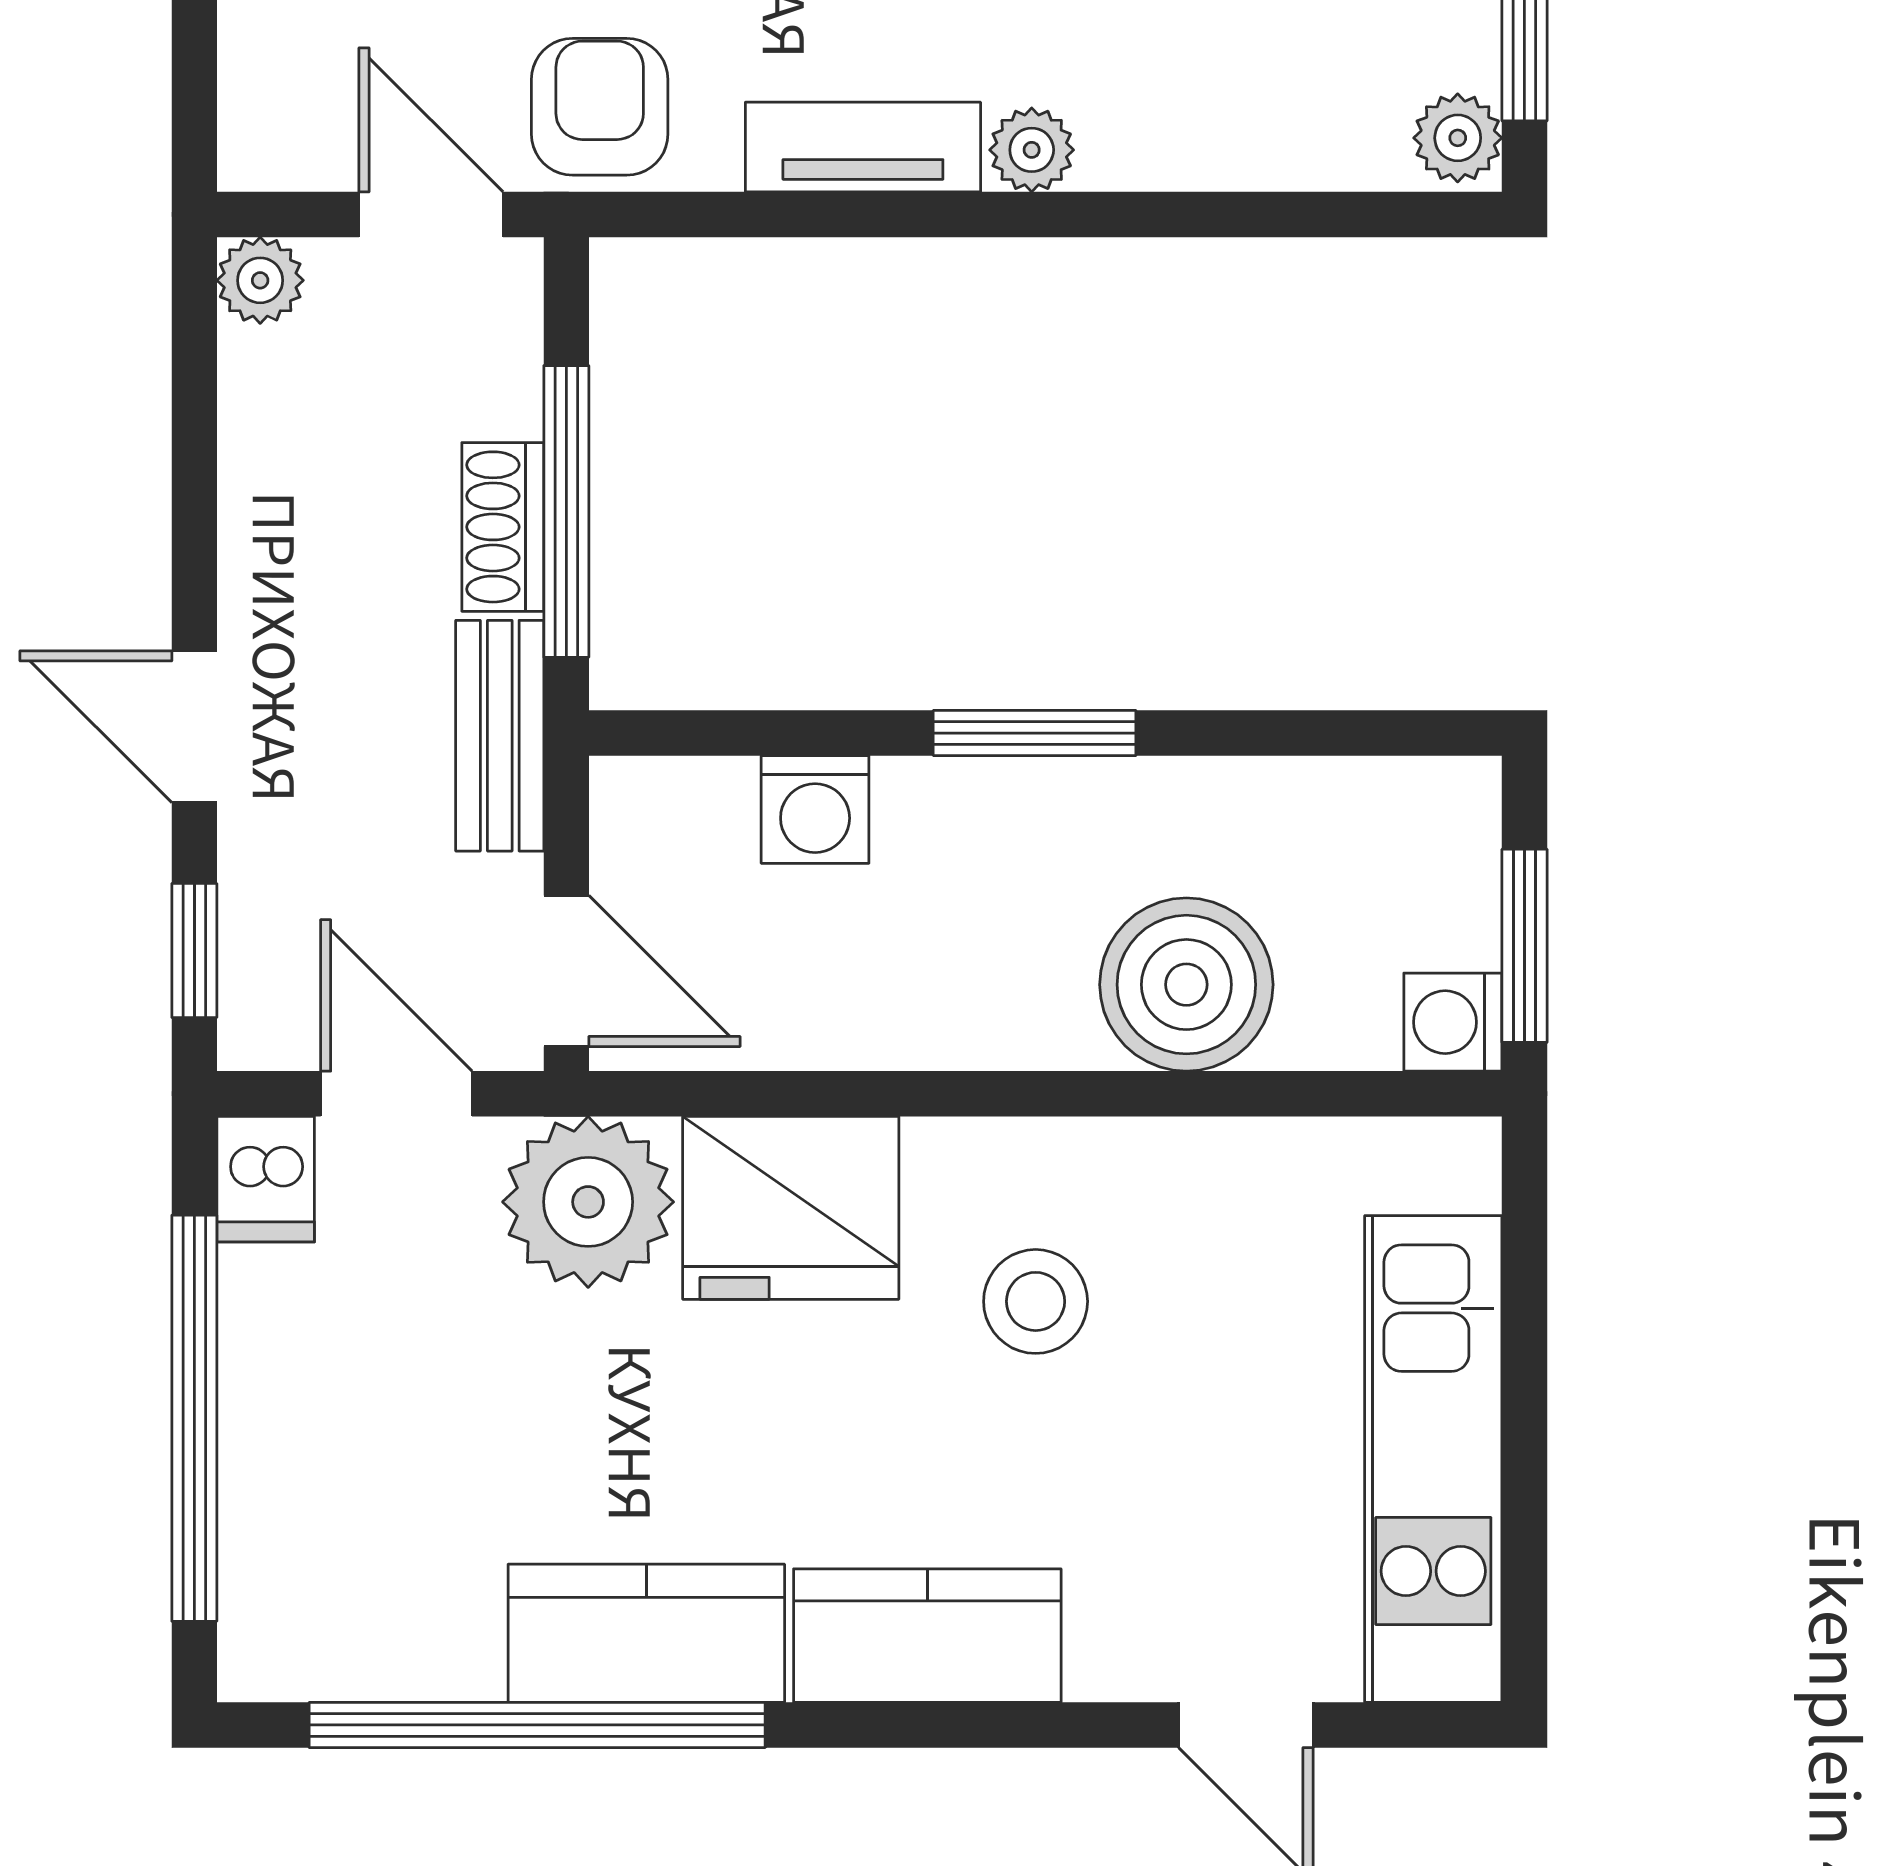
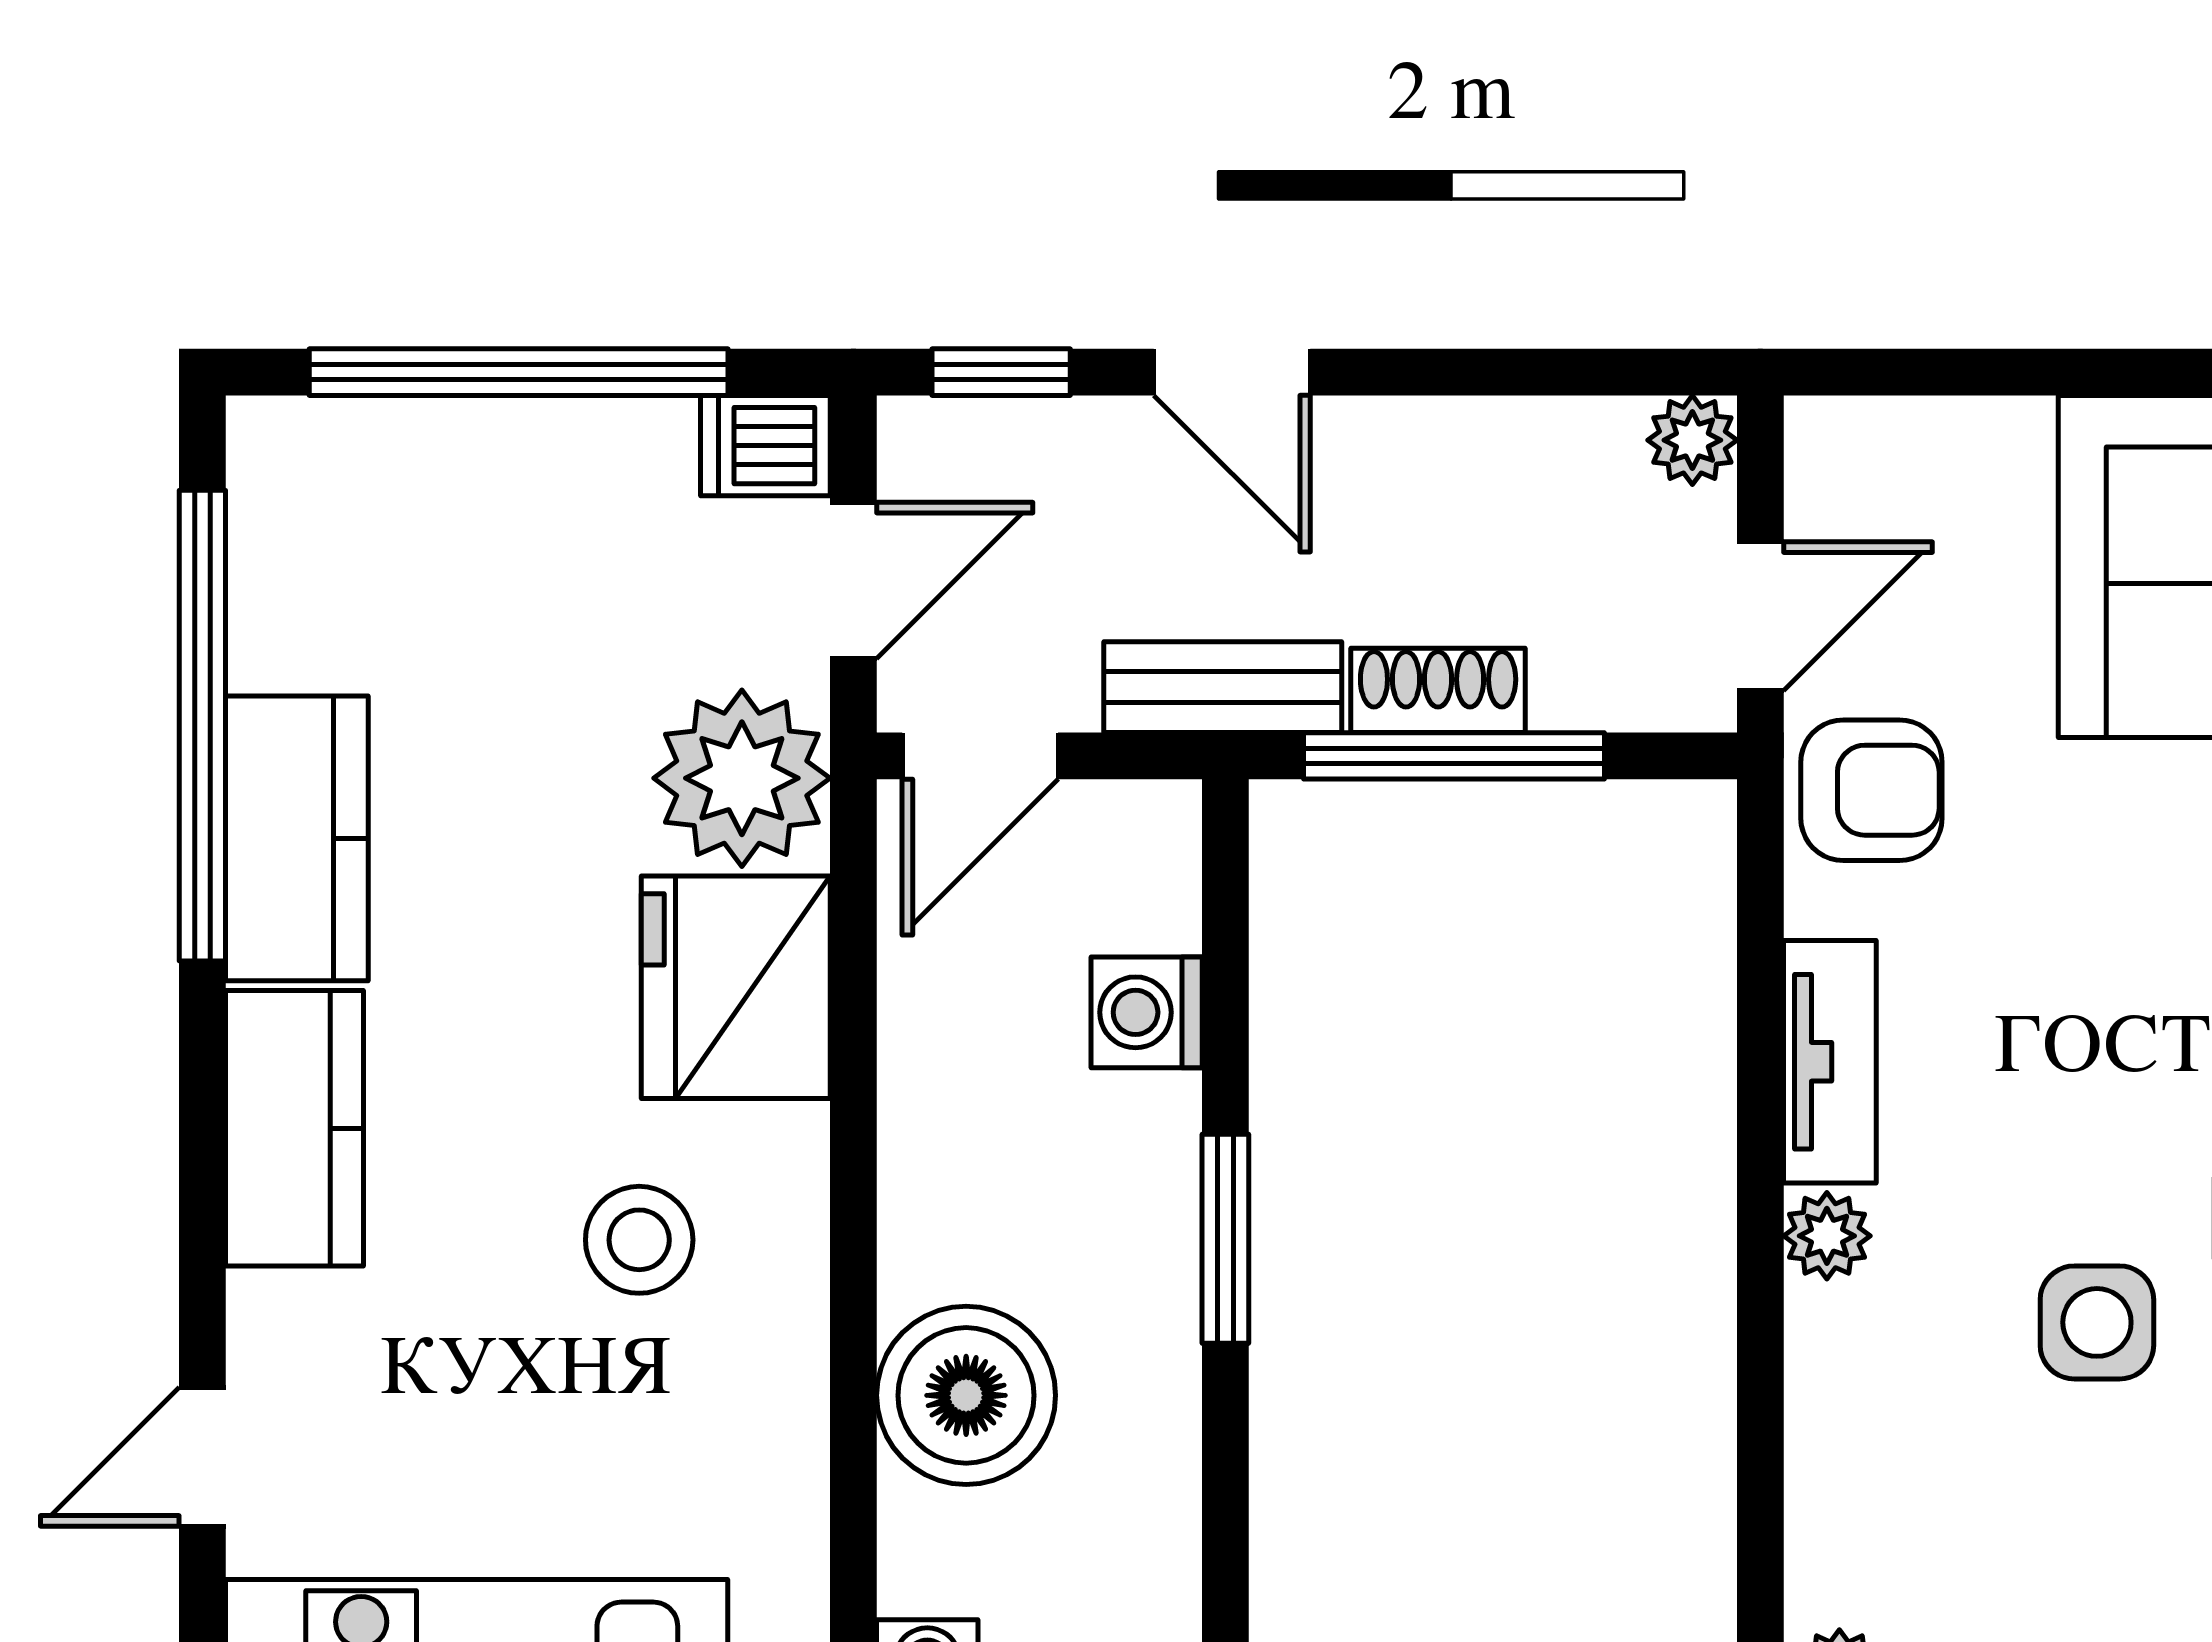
door: (194, 727) -> (1232, 372), swing flipped

